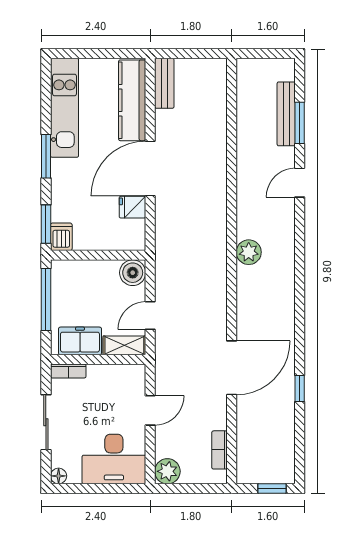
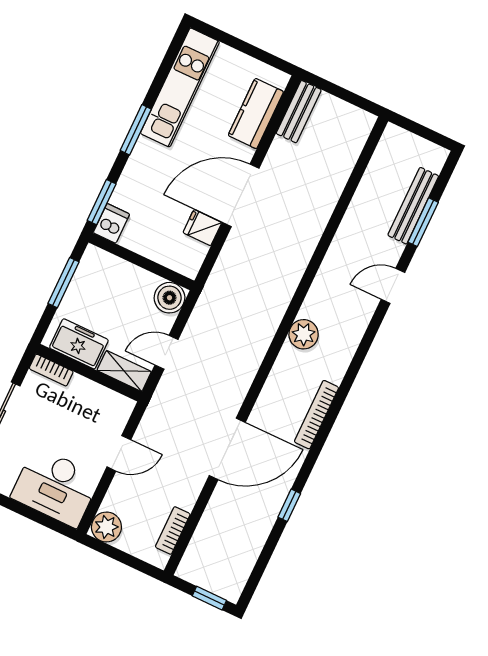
kitchen counter: (132, 100) -> (256, 114), width x0.67
window: (46, 300) -> (64, 283), width x0.69
bookcase: (288, 309) -> (316, 415), added

